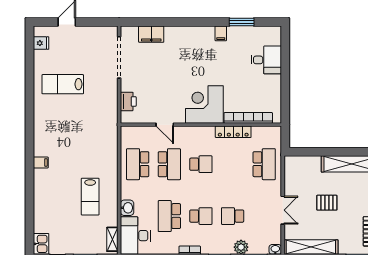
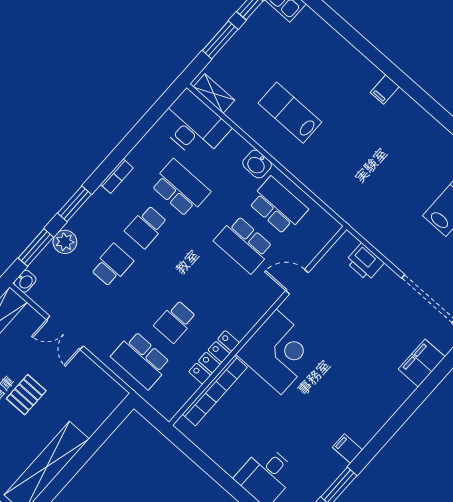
school desk: (201, 164) -> (175, 321), moved
washbasin: (127, 208) -> (257, 164), moved

